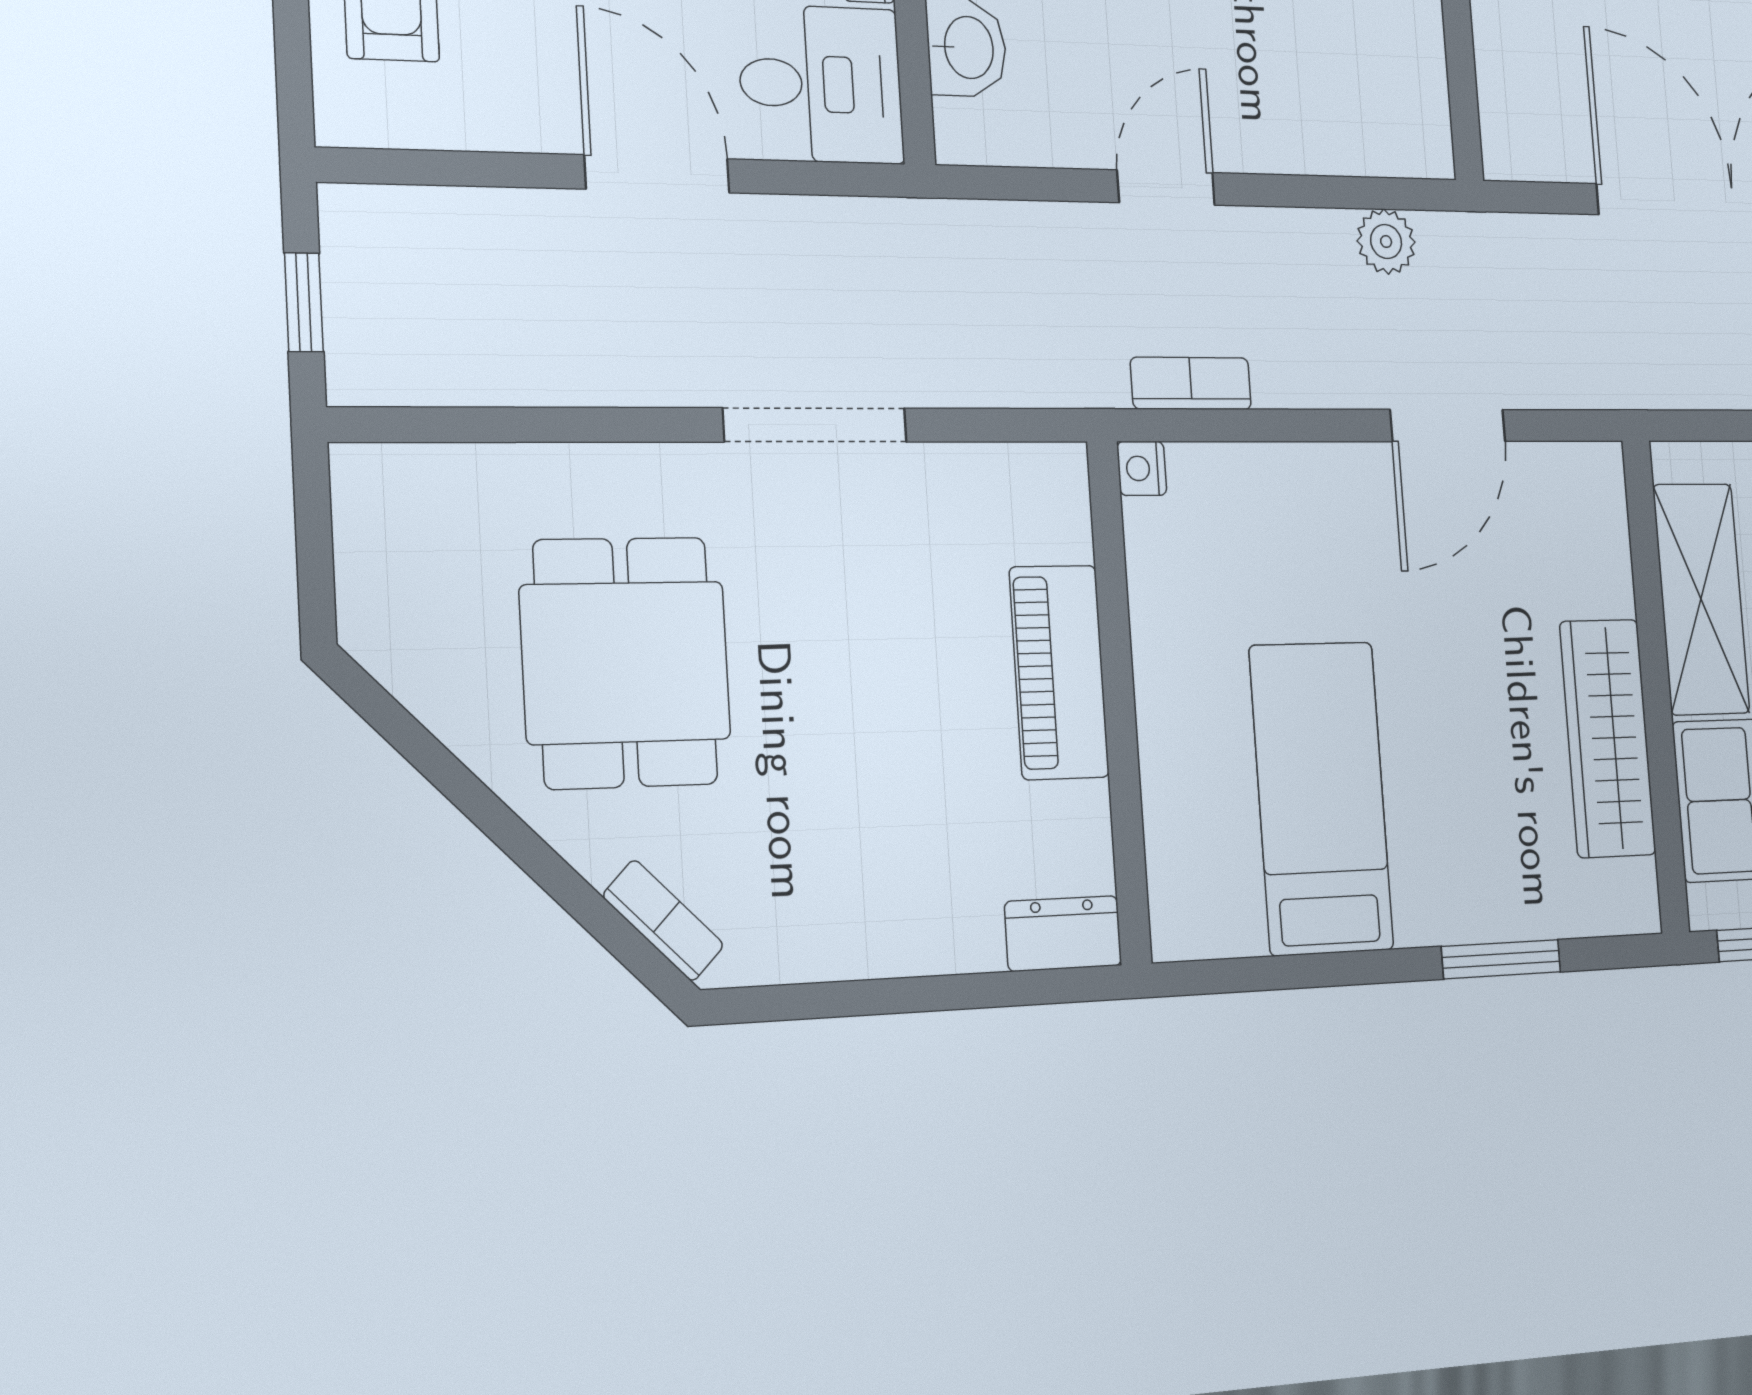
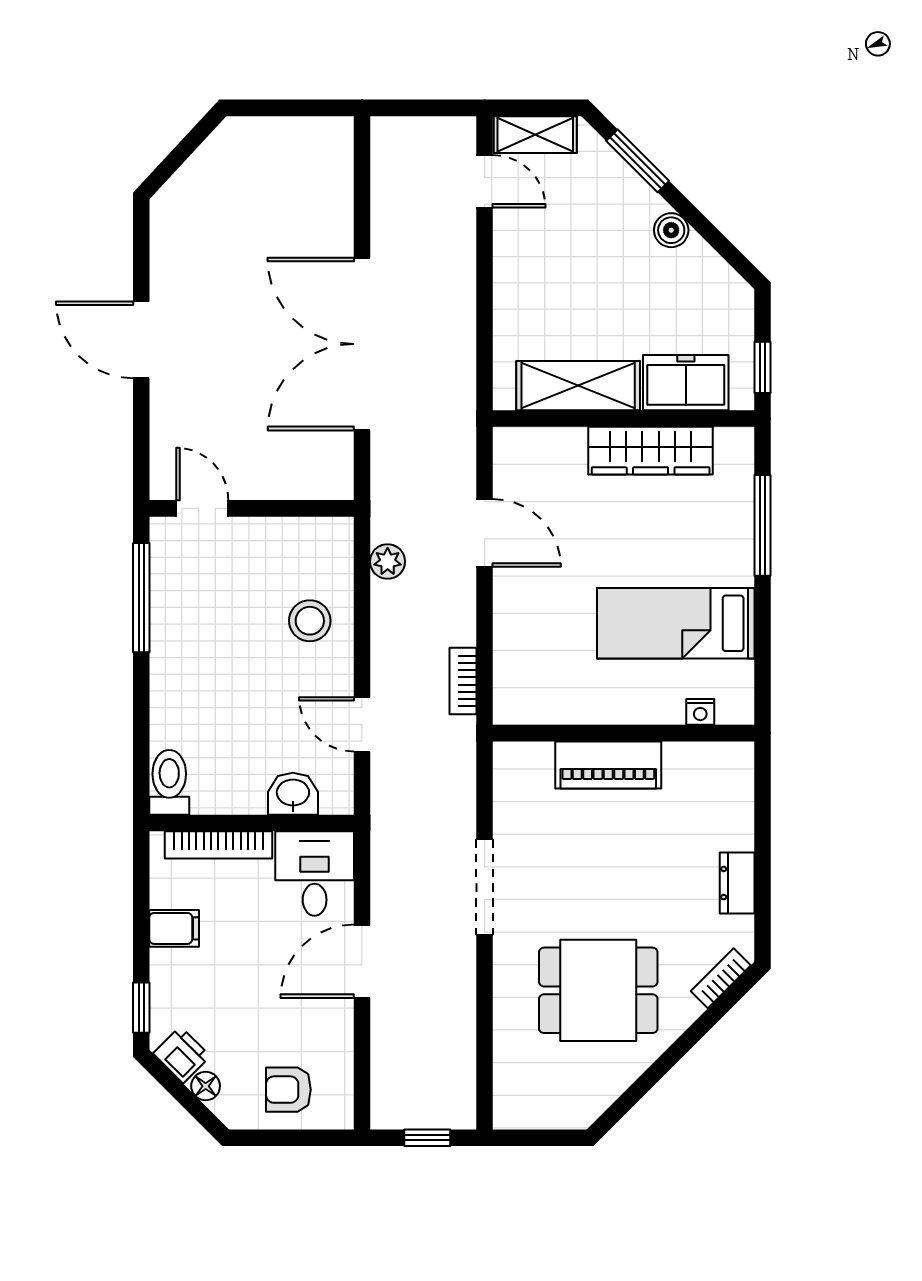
stool: (1275, 92) -> (310, 621), added
door: (1166, 188) -> (362, 724), moved
nightstand: (1142, 468) -> (700, 712), moved
dresser: (1063, 934) -> (737, 883), moved
window: (1501, 959) -> (762, 525), width x1.44

